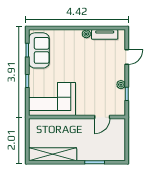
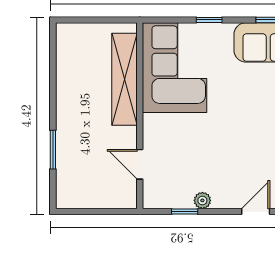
door: (127, 57) -> (256, 212), swing flipped
shelving: (53, 154) -> (125, 79), moved

